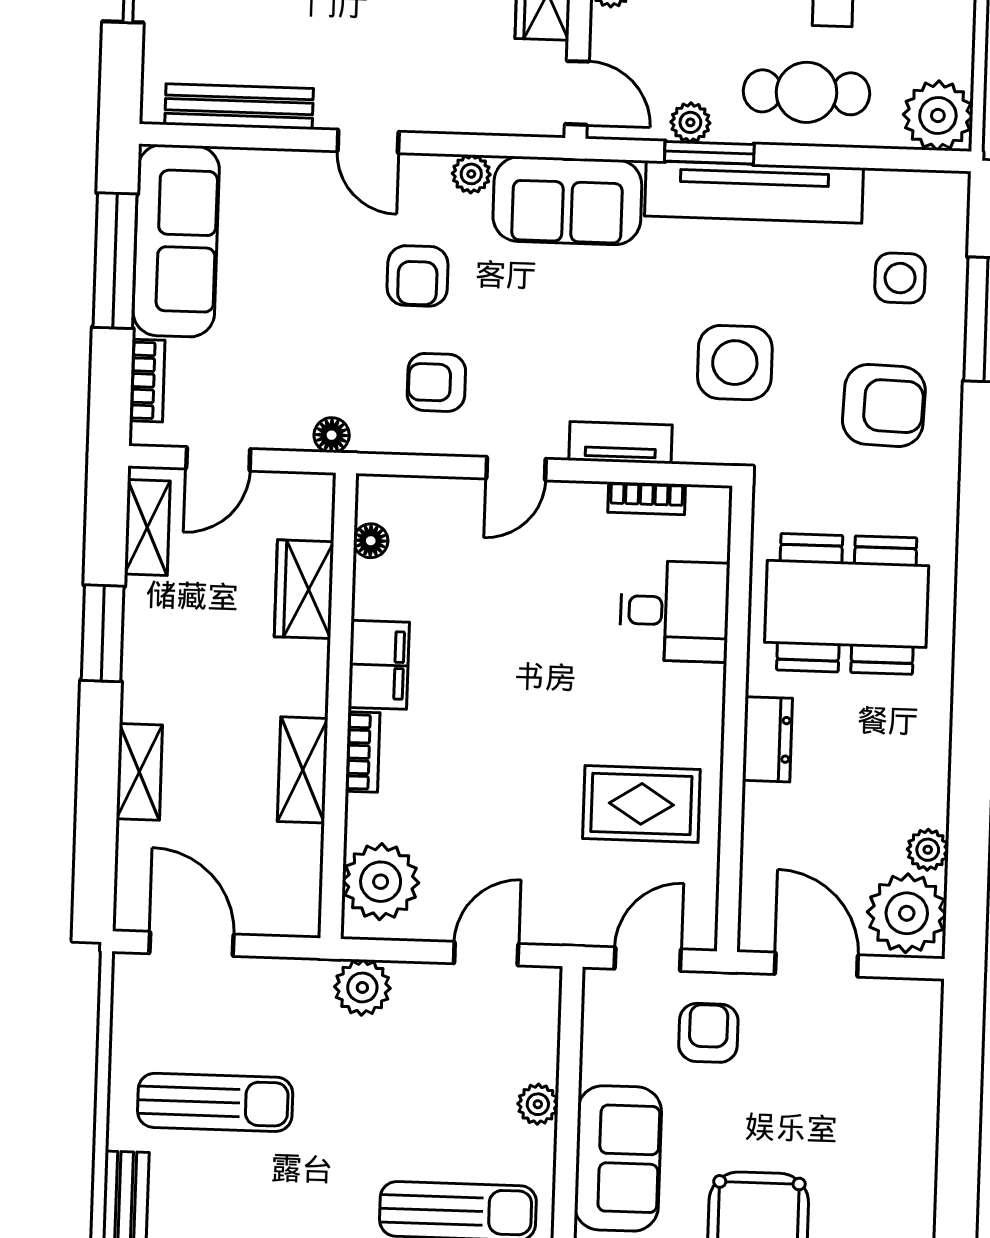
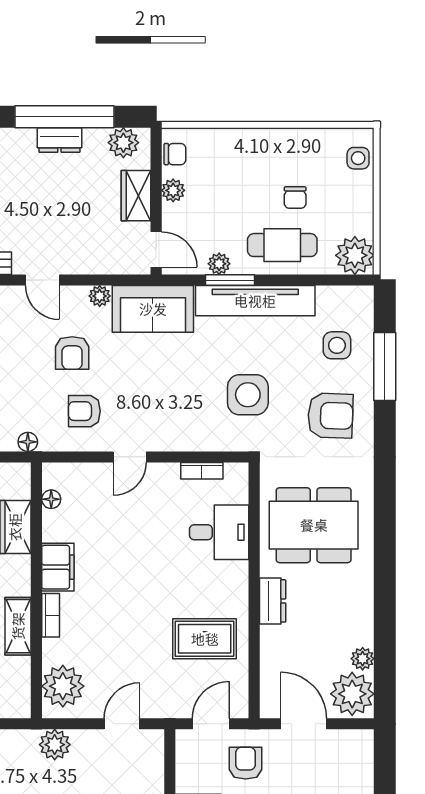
tv unit: (621, 443) -> (187, 441), removed

